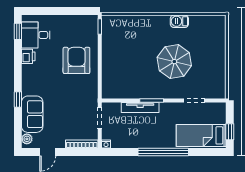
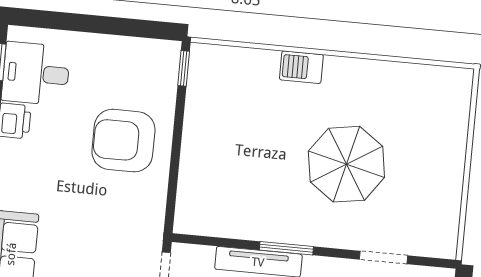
barbecue: (179, 21) -> (301, 67), moved
armchair: (76, 60) -> (123, 141), turned -90

